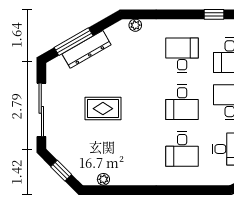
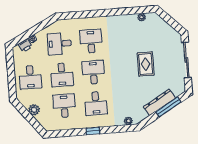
window: (214, 14) -> (93, 131), moved
rug: (103, 109) -> (146, 64), turned 90
window: (61, 171) -> (170, 21), removed

